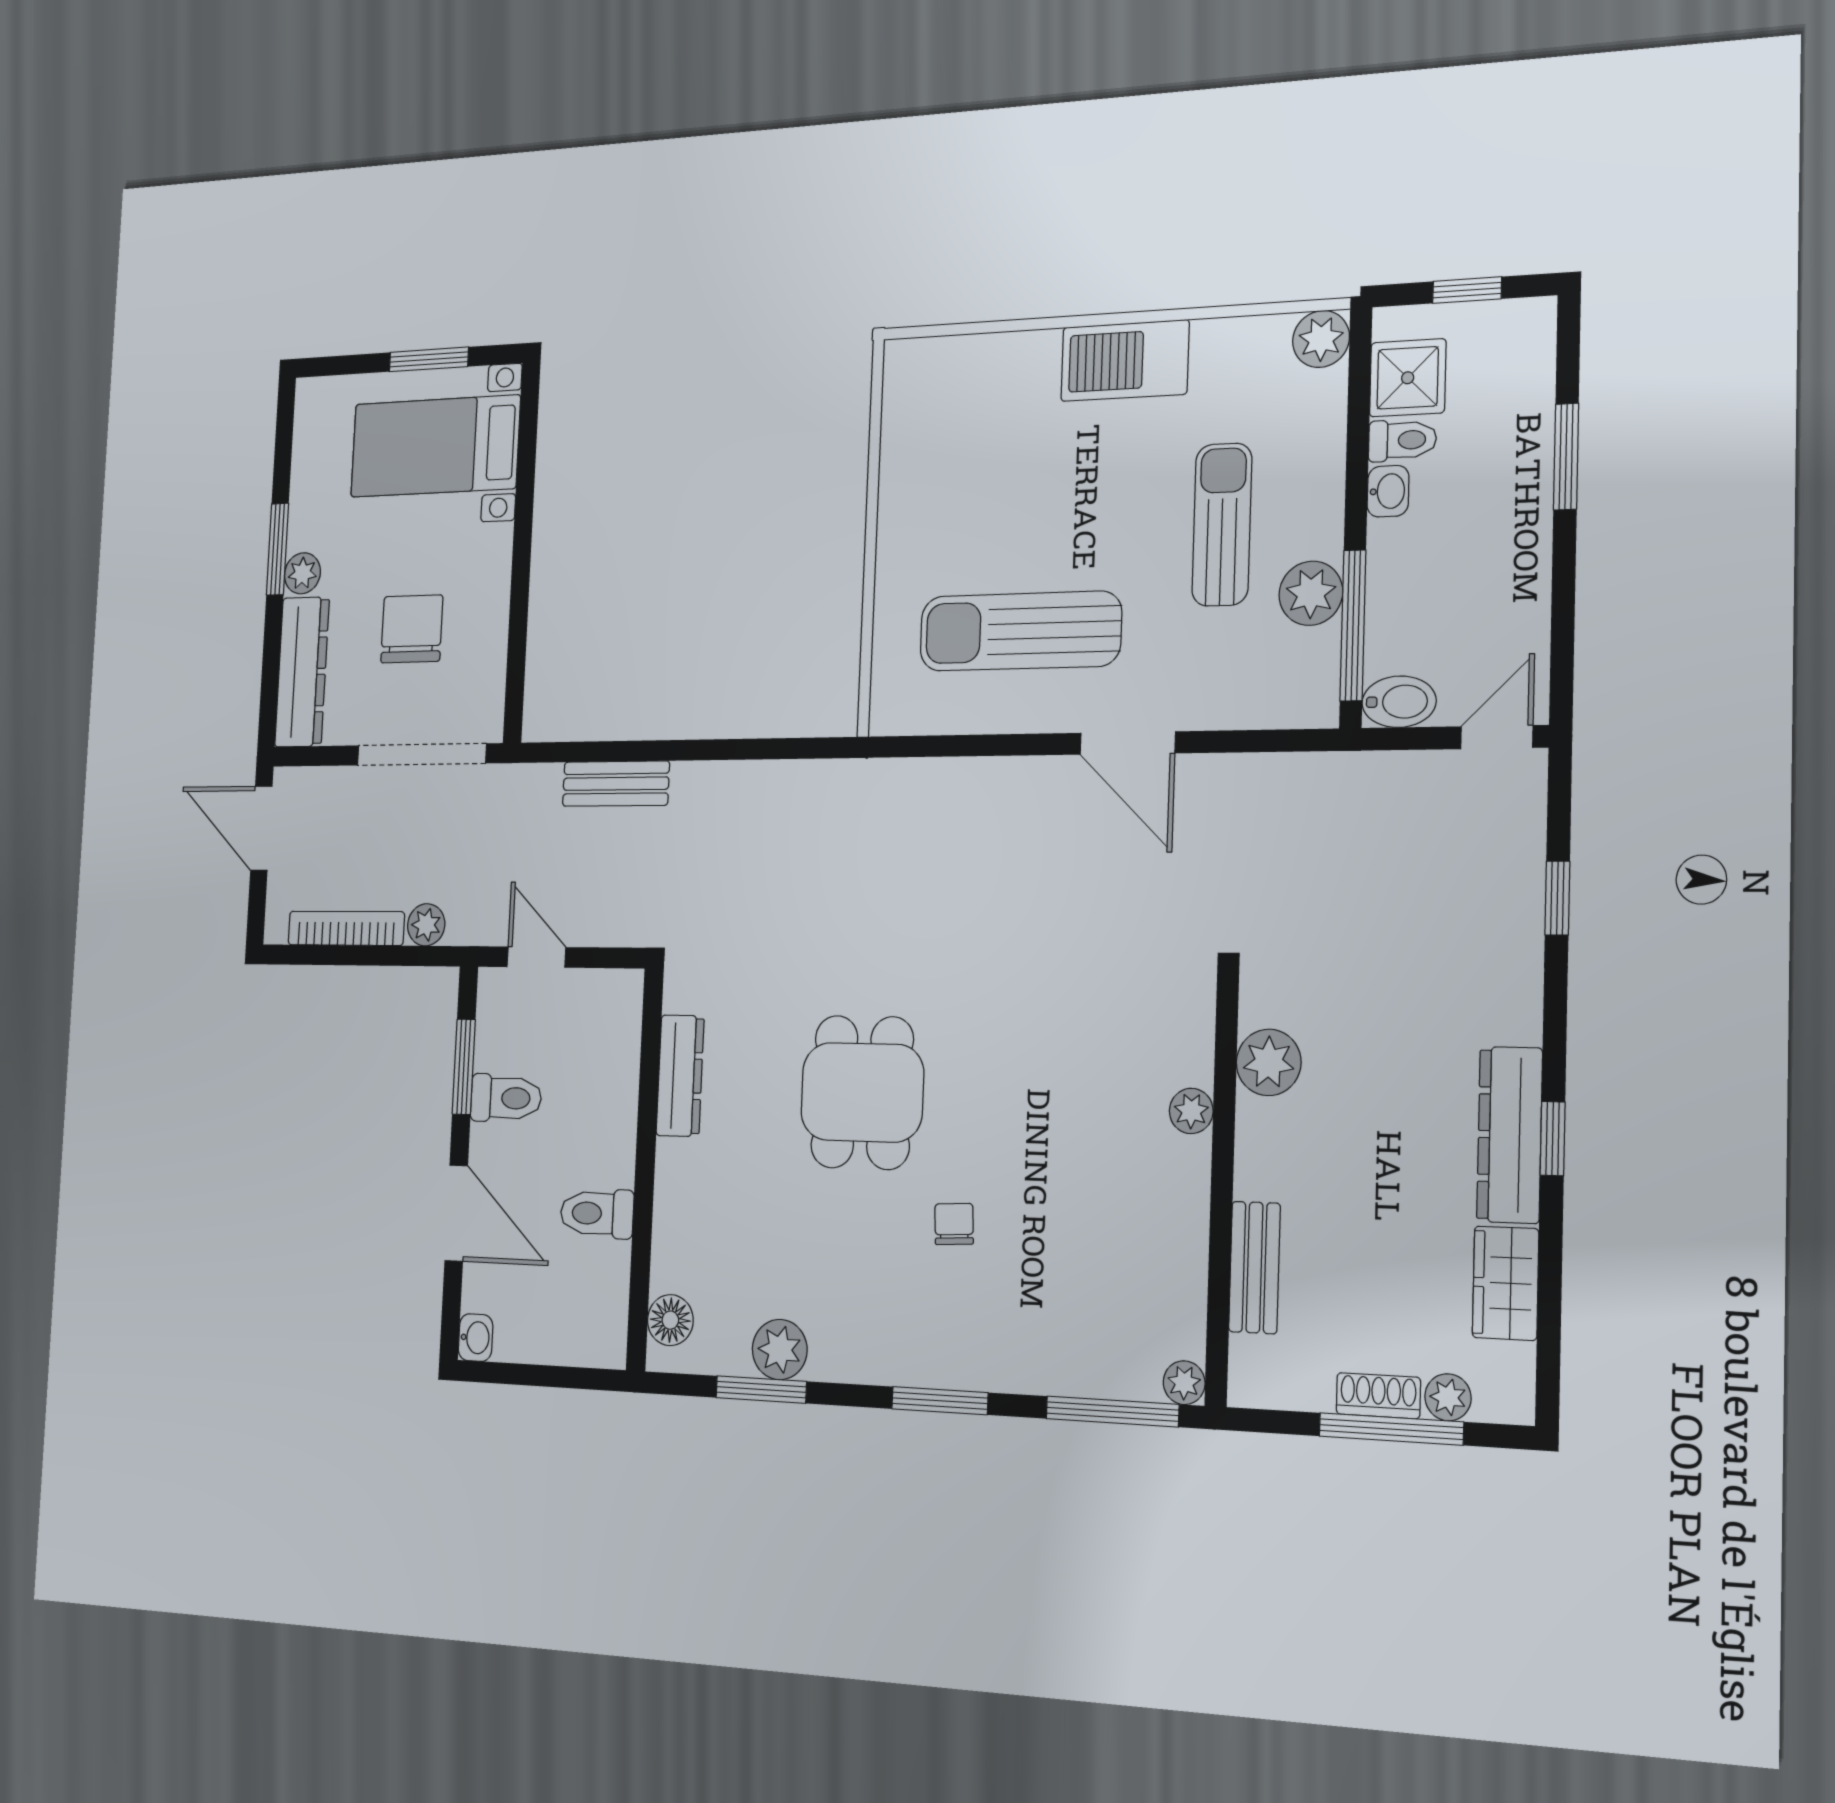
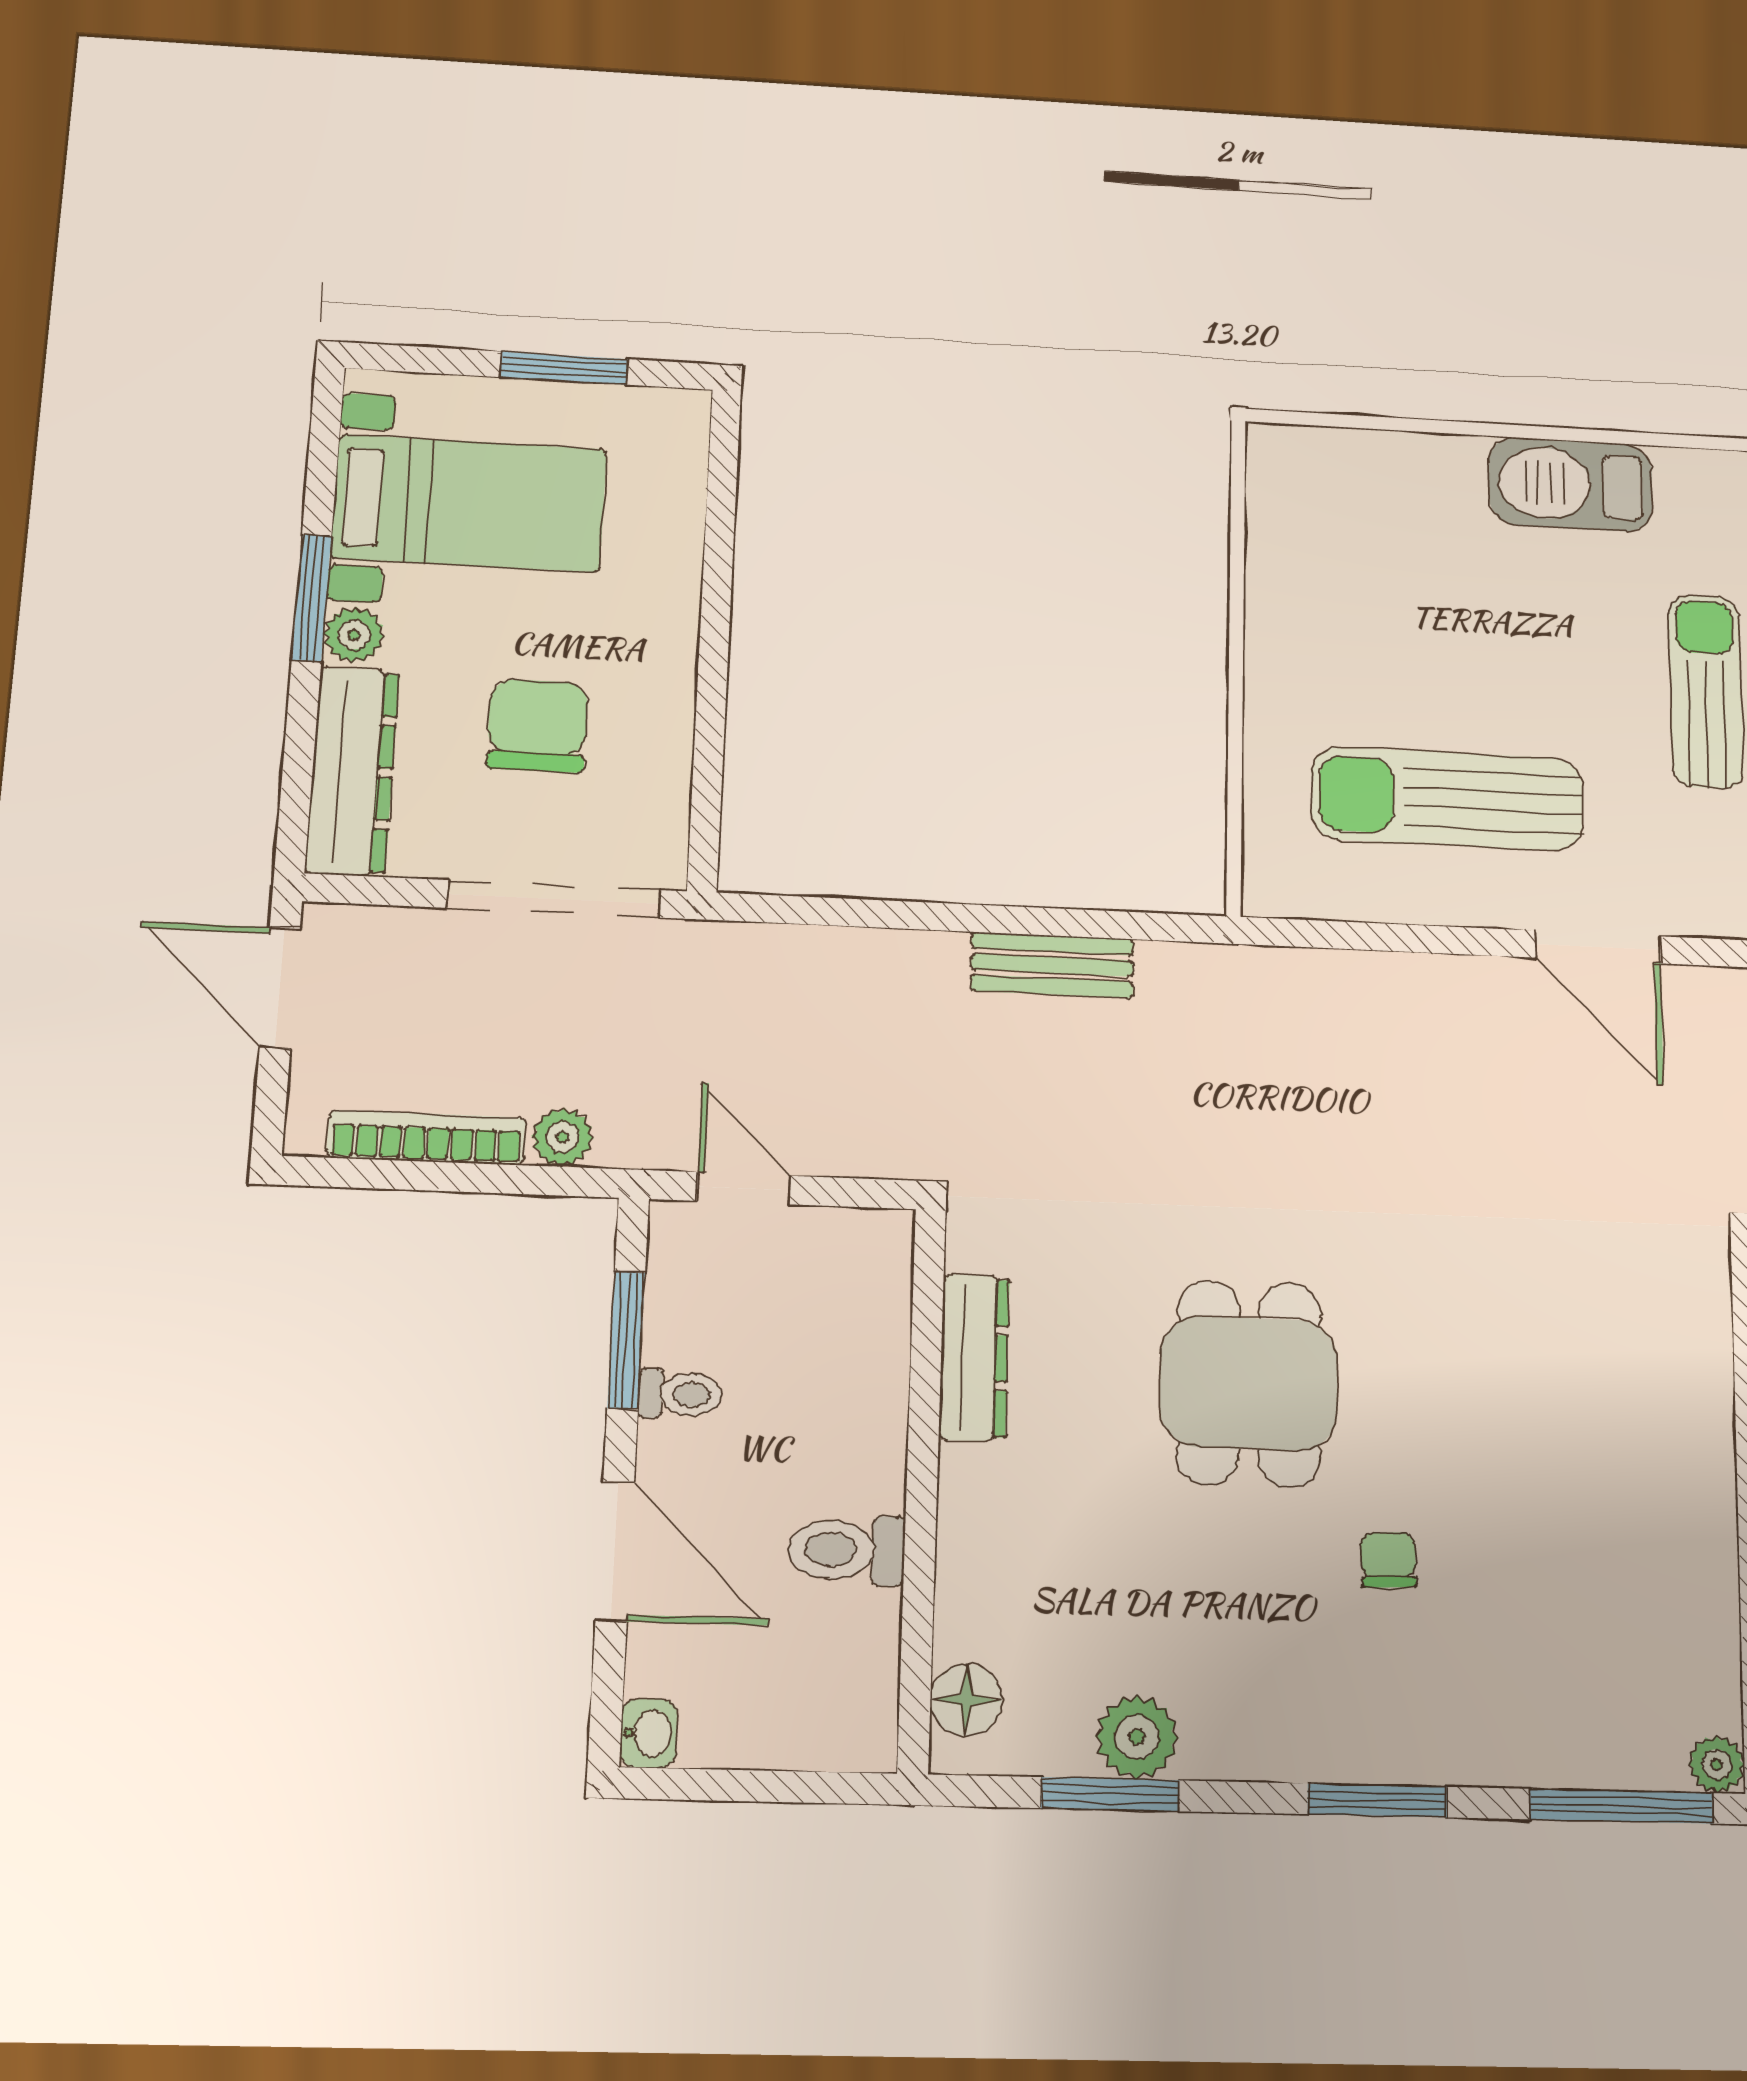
bed with nightstands: (435, 446) -> (469, 503), moved, turned 180
bench: (616, 784) -> (1052, 965), moved
toilet: (506, 1098) -> (680, 1394), width x0.73, depth x0.72
plant: (1191, 1111) -> (1707, 1412), removed

